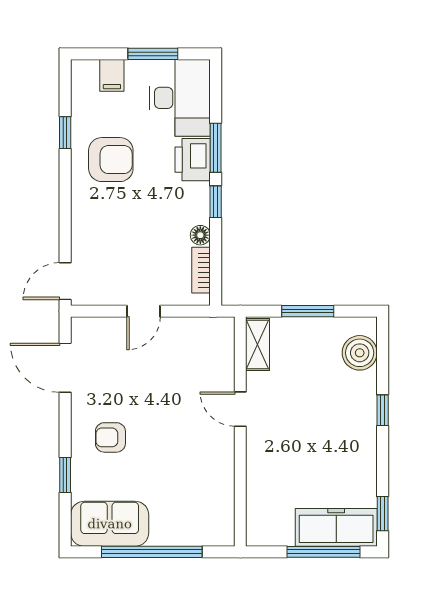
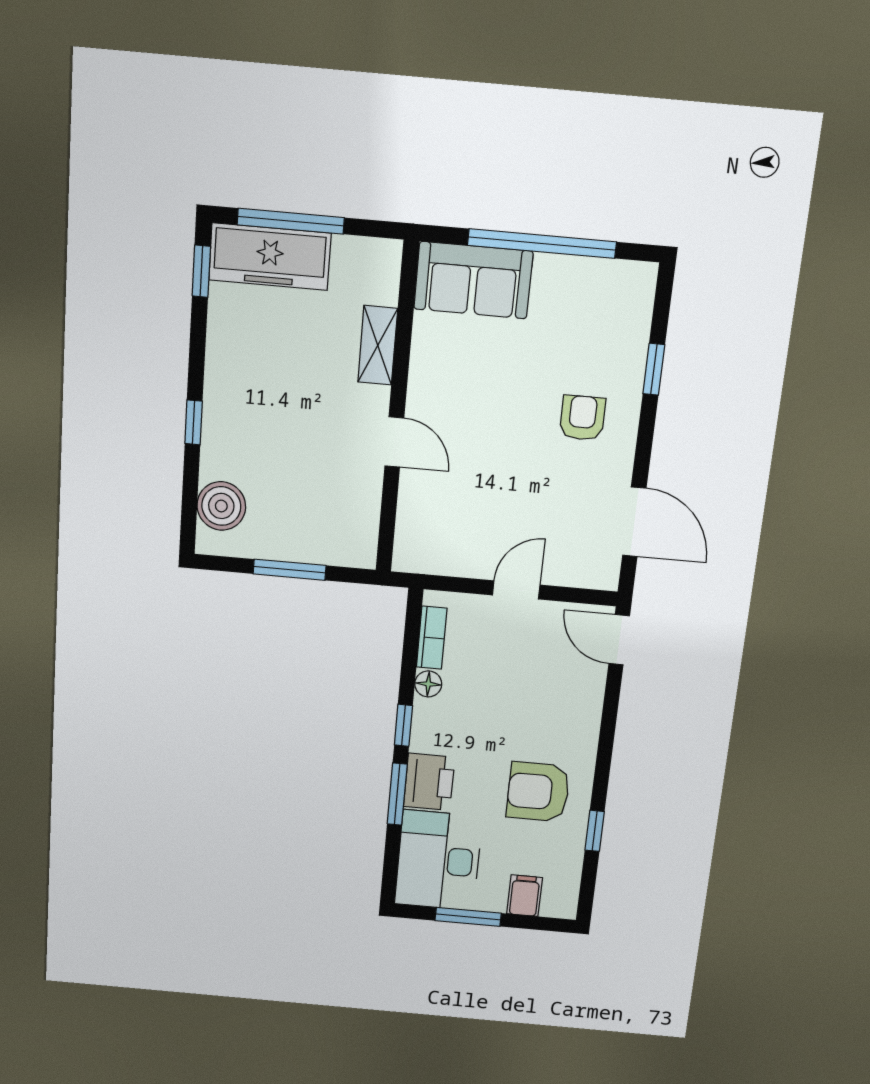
door: (65, 281) -> (619, 640), swing flipped
shelving: (258, 344) -> (378, 345), moved
armchair: (110, 437) -> (582, 418), turned -90
sofa: (110, 524) -> (473, 280), moved

